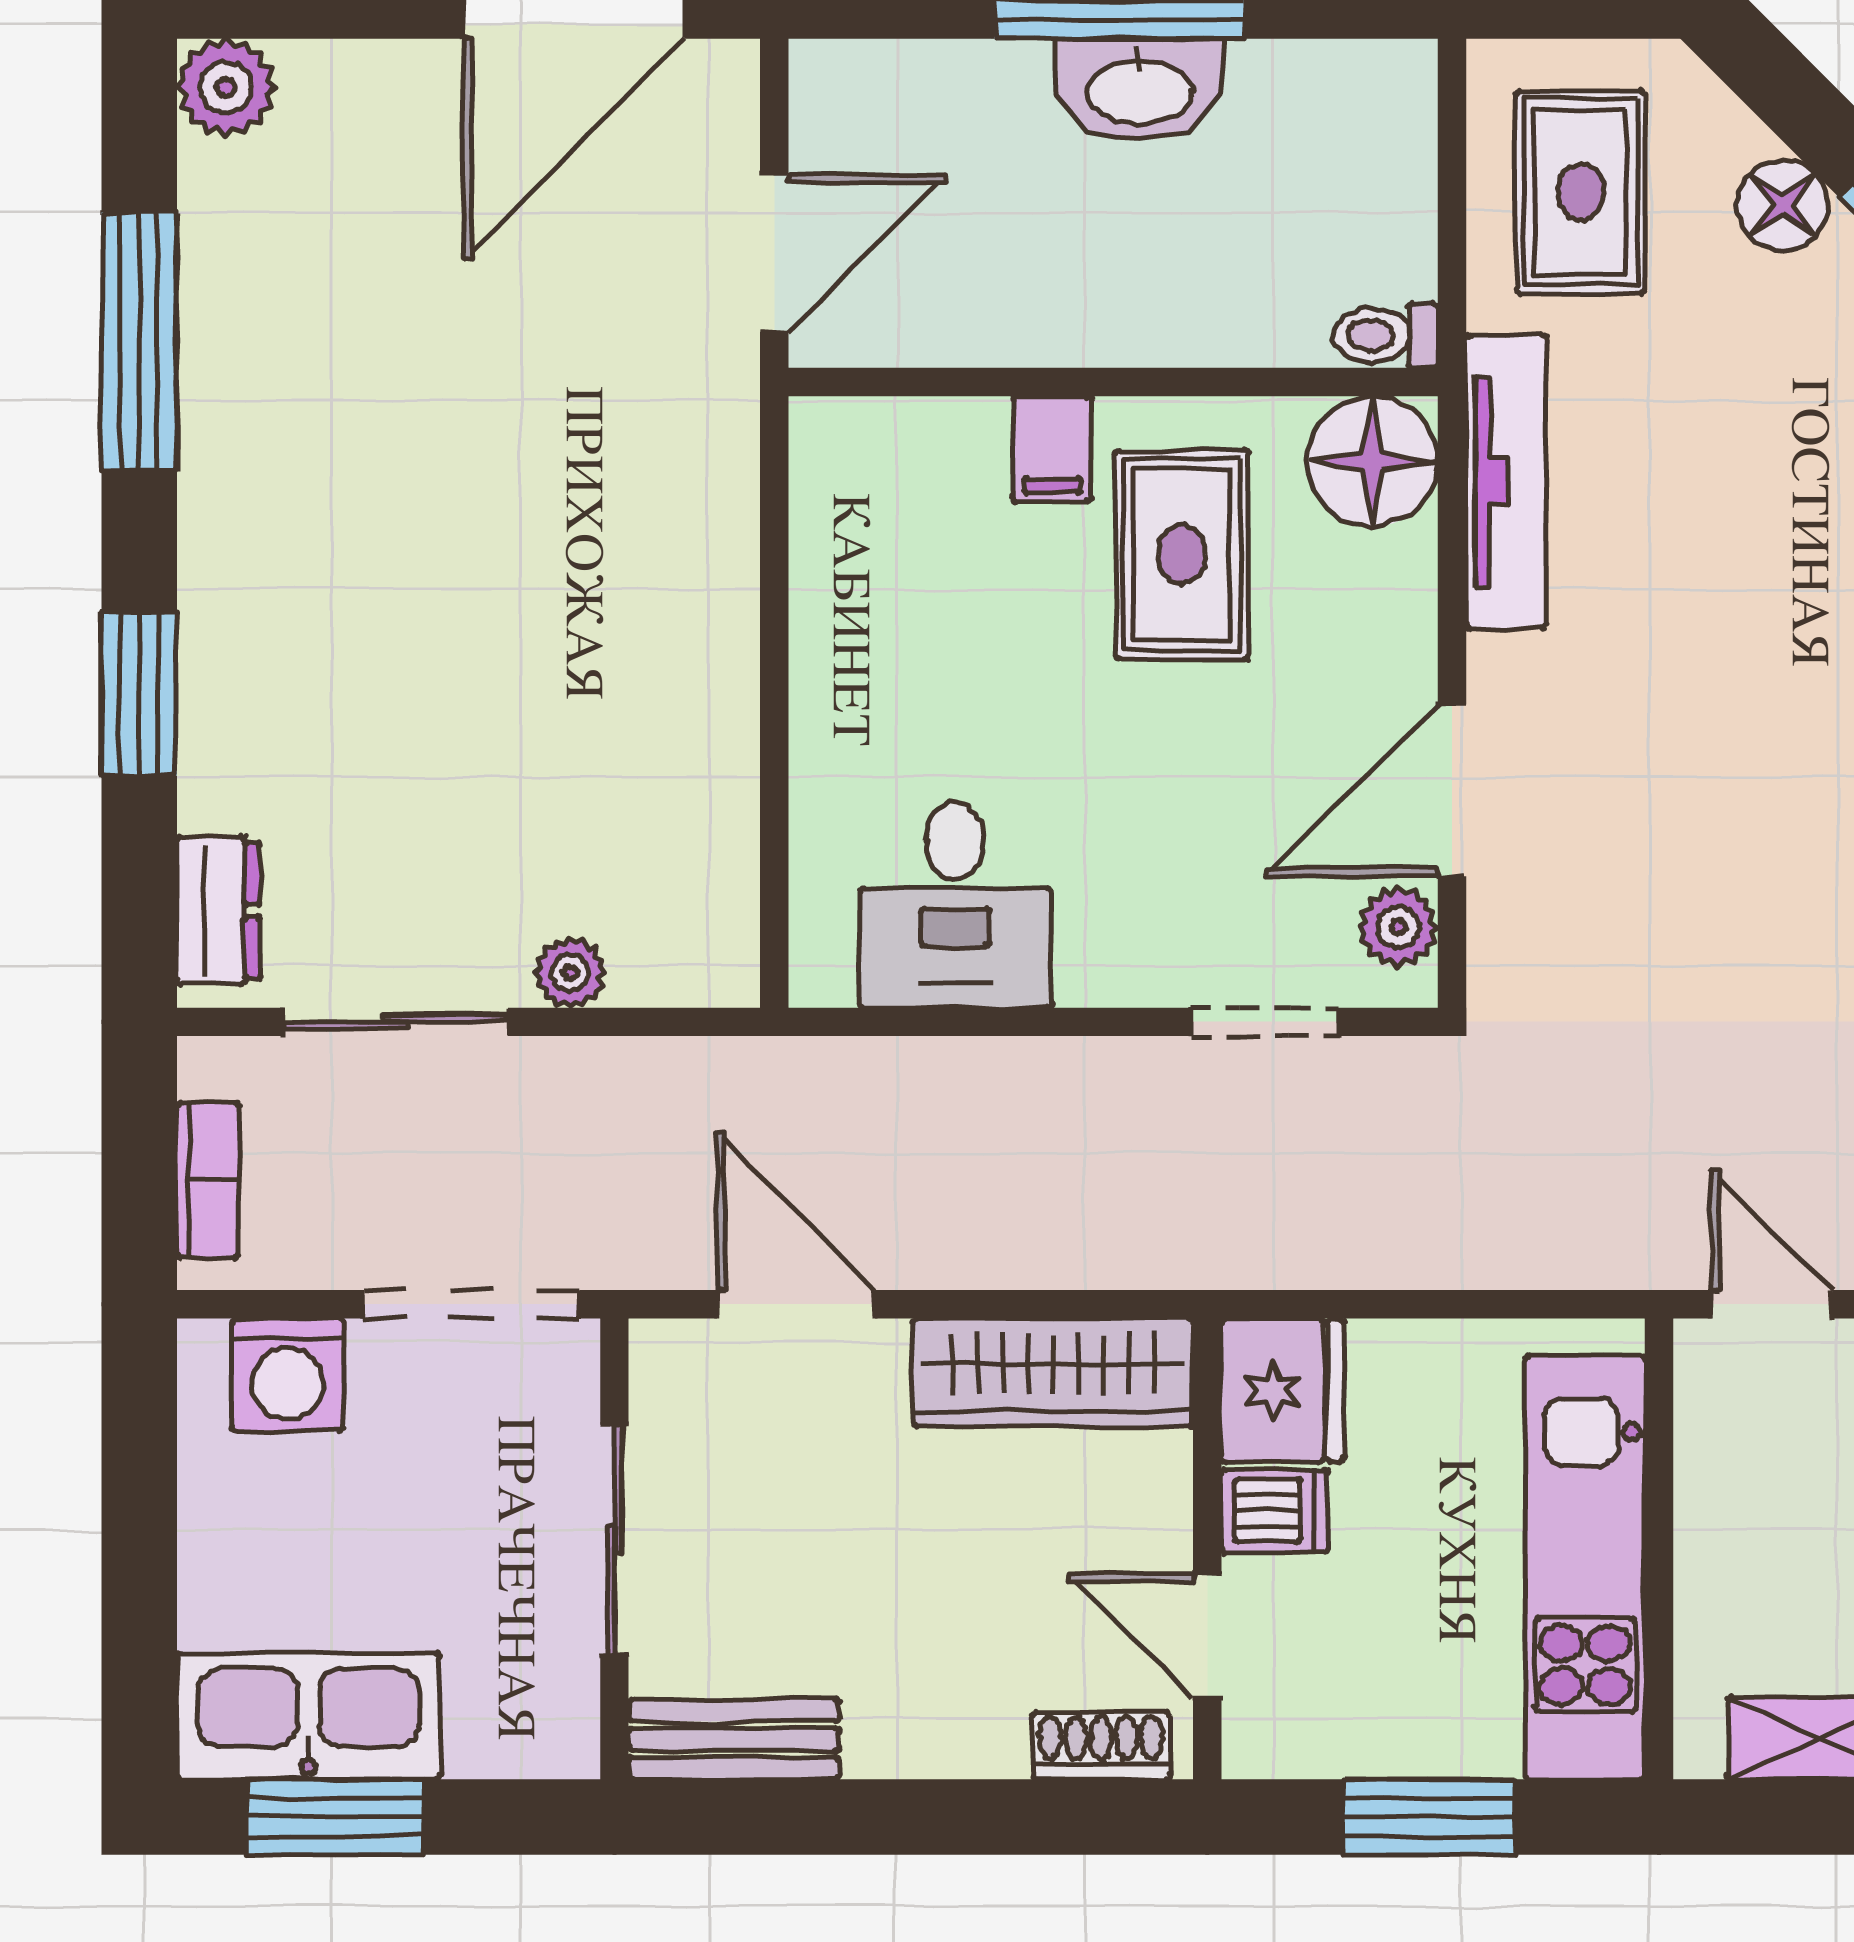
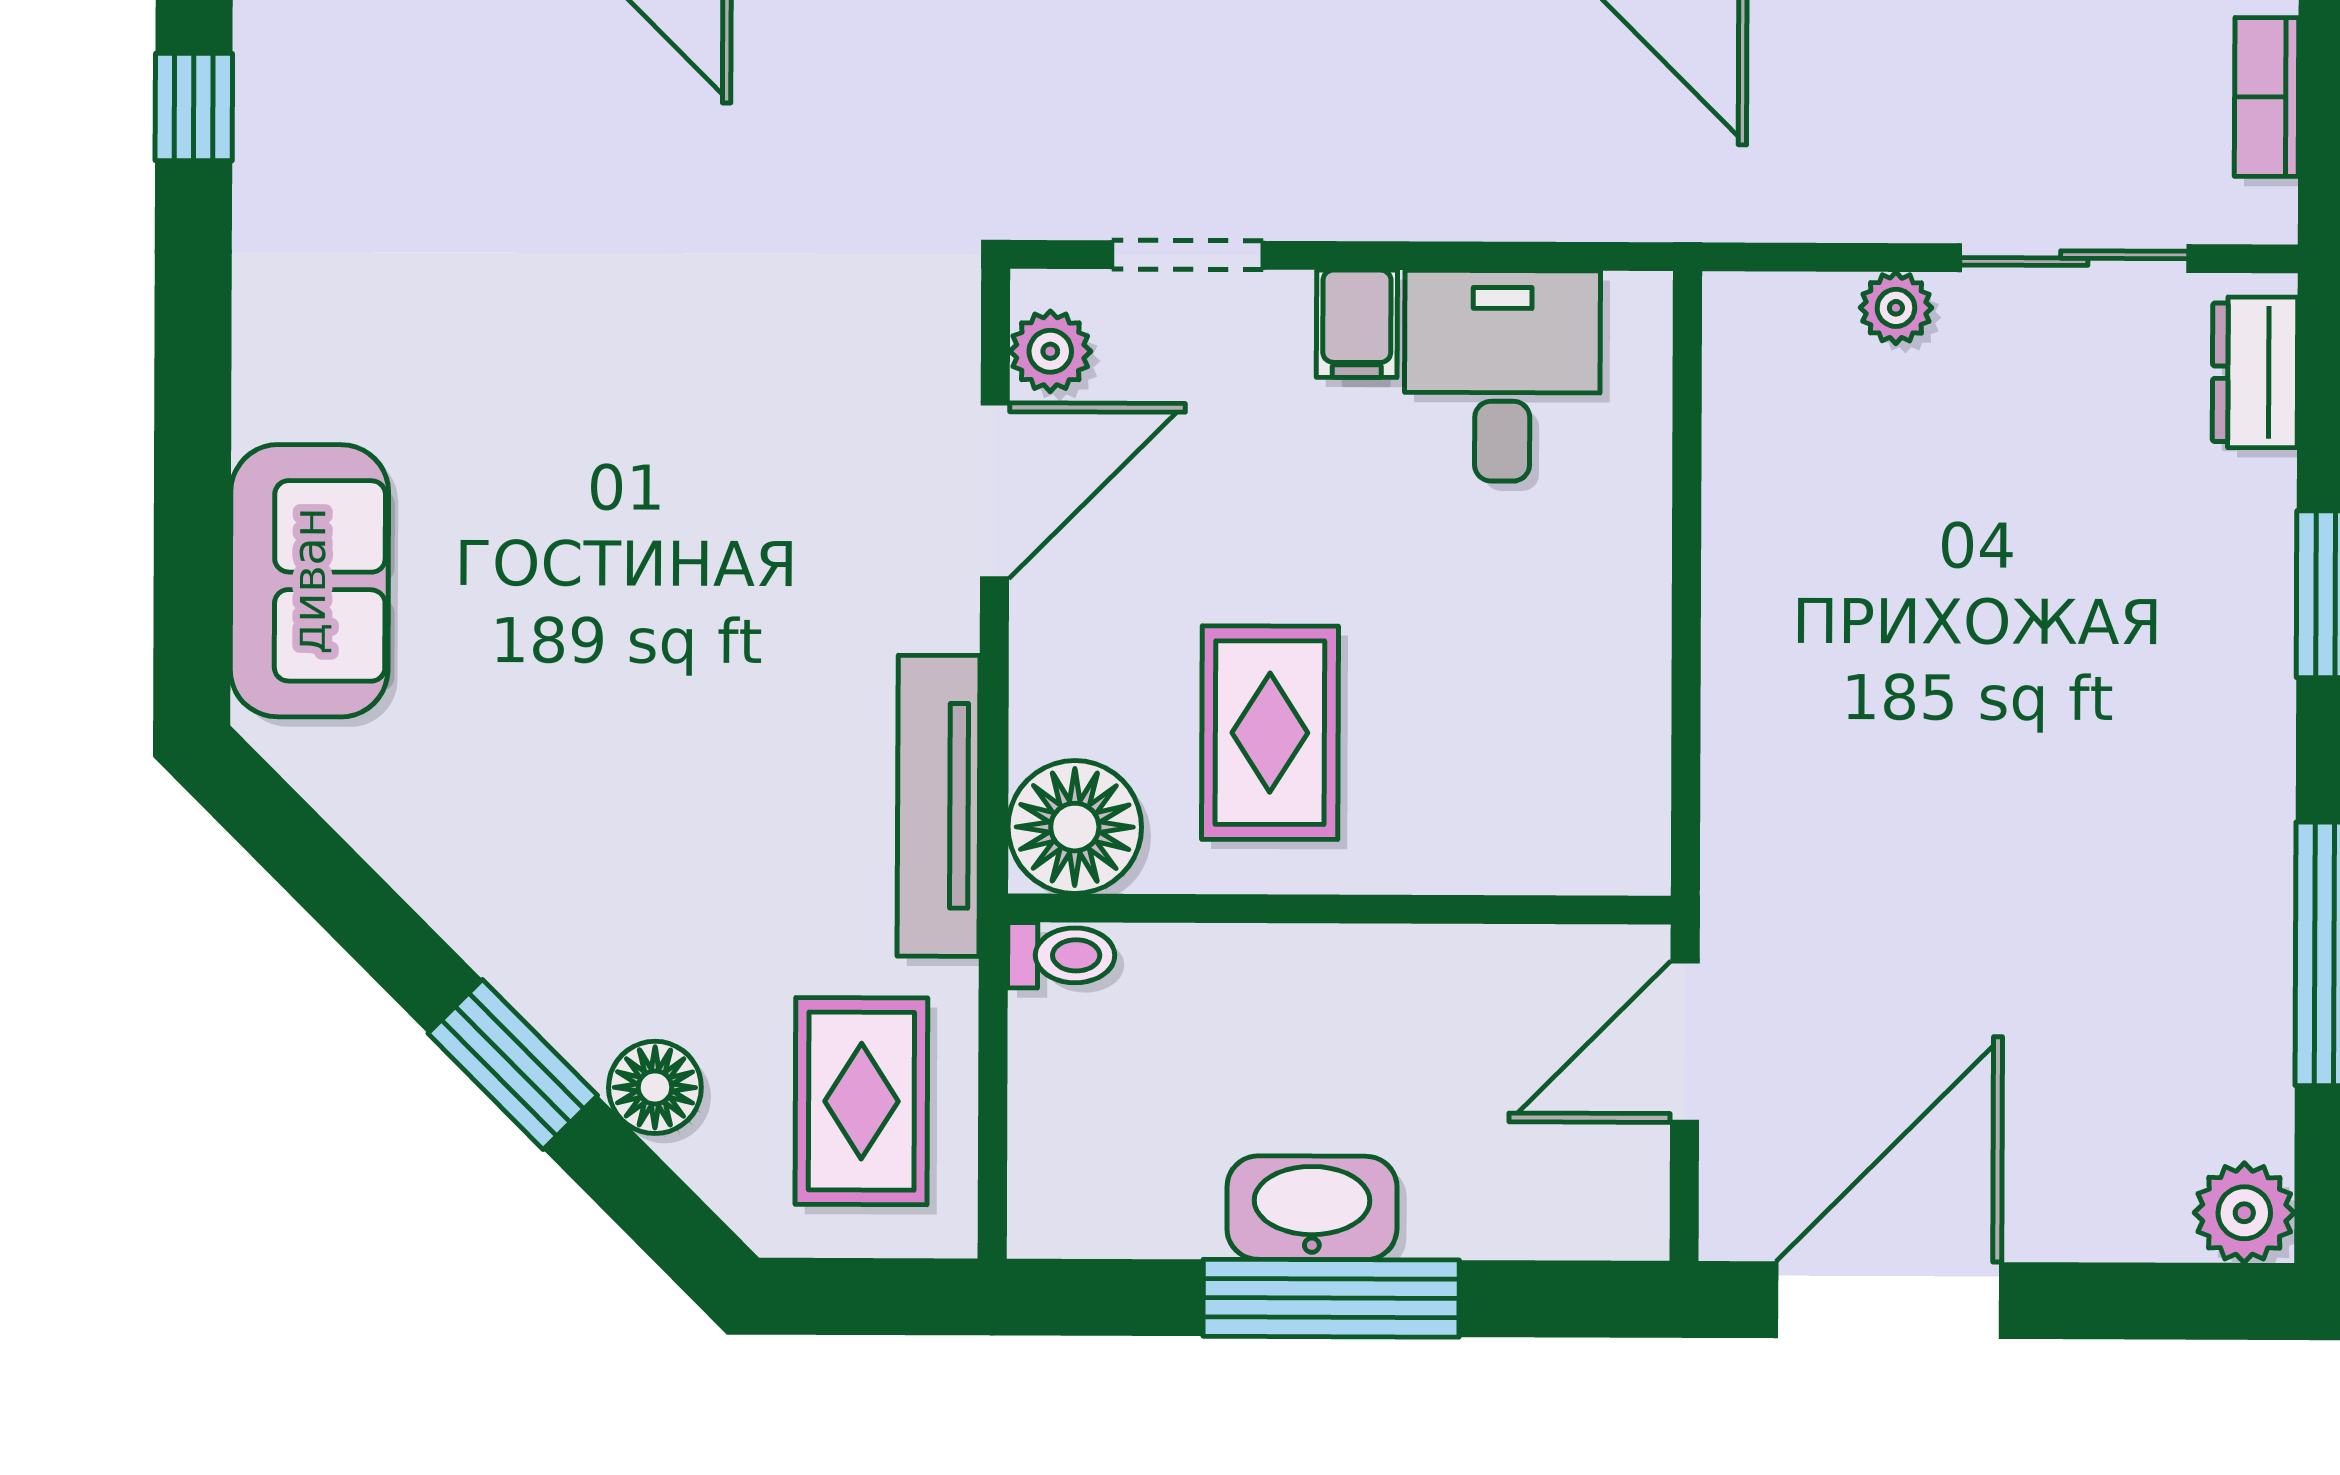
filing cabinet: (1052, 449) -> (1357, 324), moved, turned 180

